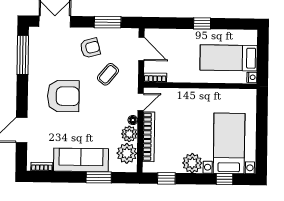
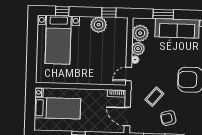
bookcase: (149, 137) -> (123, 46), removed
plant: (192, 163) -> (99, 25), moved

